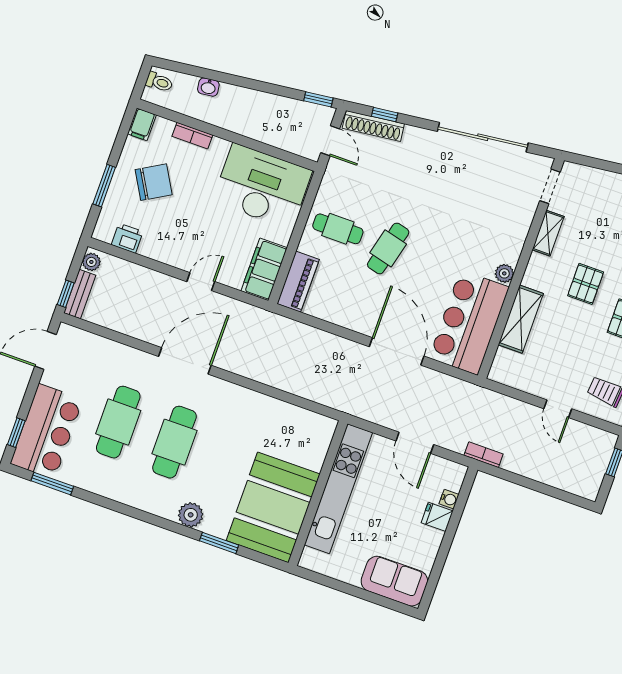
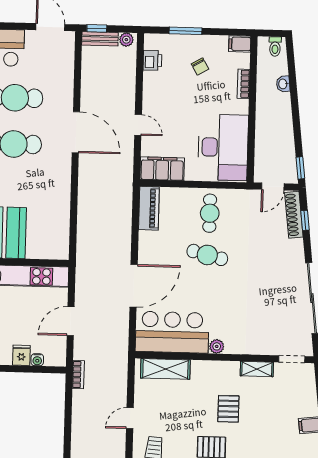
chair: (154, 182) -> (200, 66), width x0.54, depth x0.54
piano: (298, 282) -> (149, 208), moved, turned -90
pallet: (586, 284) -> (228, 409), turned 90
shelving: (521, 319) -> (165, 369), moved

